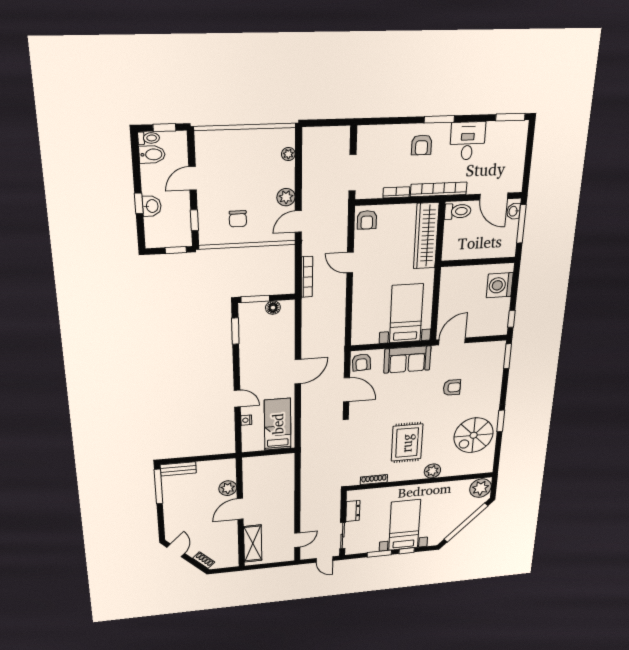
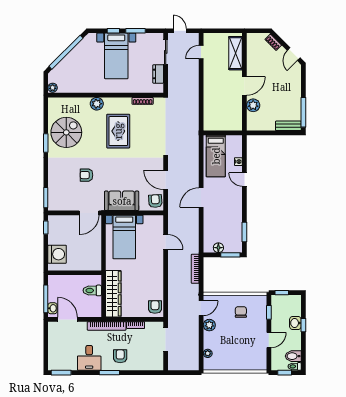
toilet: (458, 211) -> (92, 290), moved
door: (350, 263) -> (166, 242), moved
plant: (480, 488) -> (53, 88), width x0.53, depth x0.53

